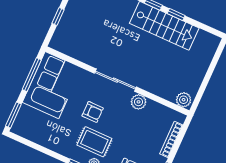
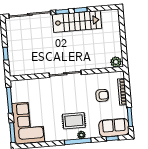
corner sofa: (52, 85) -> (28, 123), moved
plant: (139, 102) -> (88, 79), removed
armchair: (93, 112) -> (102, 95), moved

